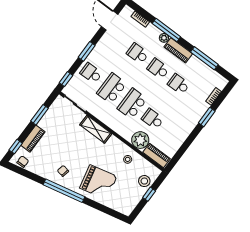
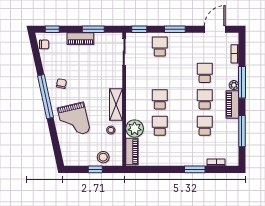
school desk: (112, 88) -> (160, 73), removed
school desk: (132, 104) -> (160, 99), width x0.54
shelving: (96, 129) -> (116, 104), moved
piano: (33, 139) -> (80, 39), moved

